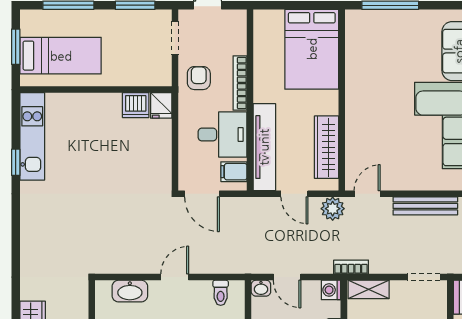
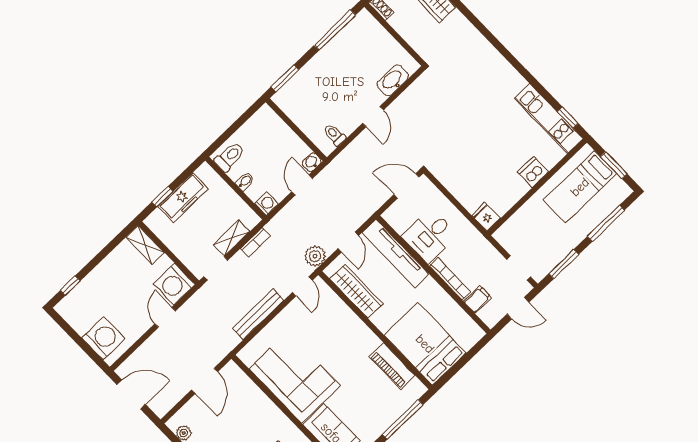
piano: (356, 58) -> (392, 366), added
armchair: (199, 78) -> (479, 257), removed
dishwasher: (136, 105) -> (533, 172), moved
window: (16, 162) -> (568, 117), moved
filing cabinet: (234, 172) -> (477, 300), moved
door: (294, 194) -> (348, 242), swing flipped
bookcase: (351, 267) -> (256, 242), moved
door: (287, 277) -> (302, 185), hinge flipped
shelving: (369, 289) -> (232, 238), moved

